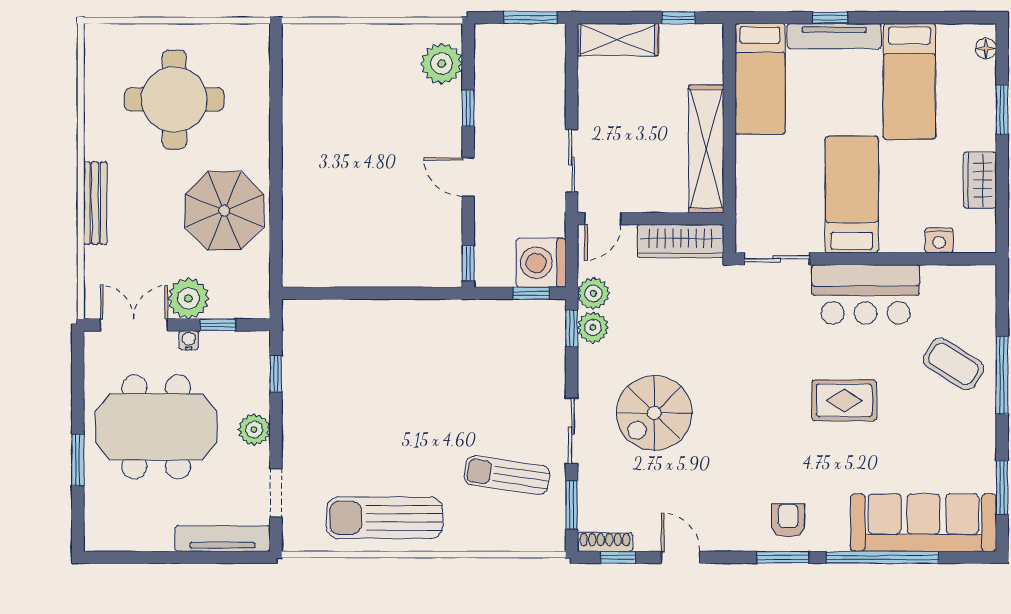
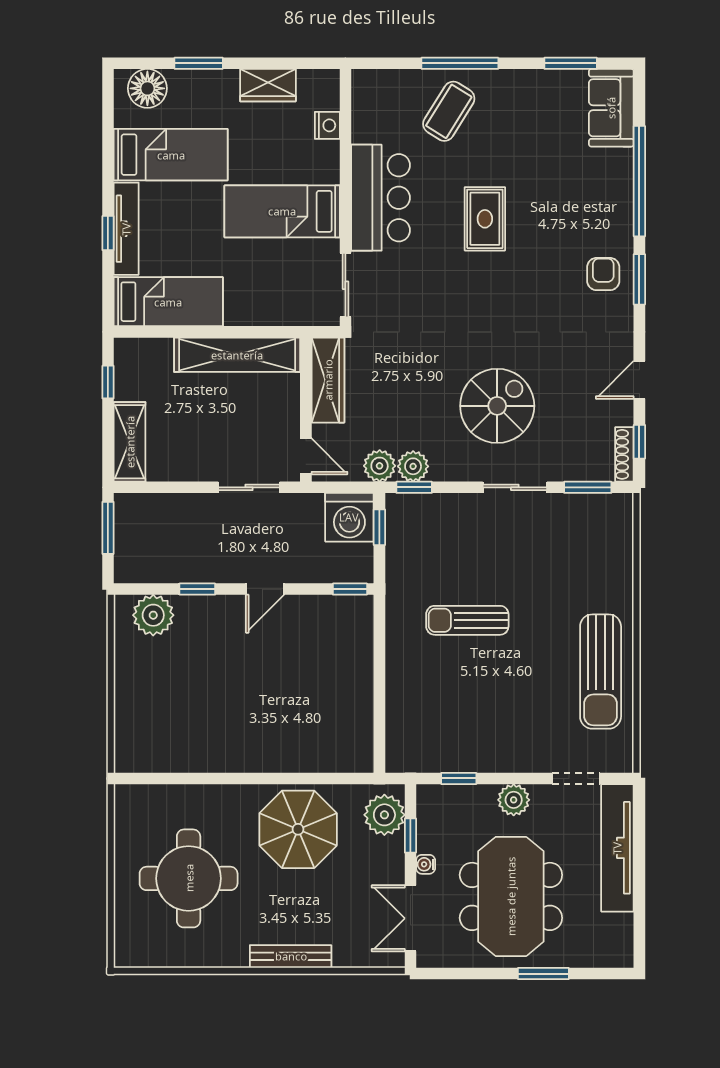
floor lamp: (986, 48) -> (147, 88), width x1.89, depth x1.89
plant: (188, 298) -> (384, 815), moved
spiral stairs: (654, 413) -> (497, 406), turned -90
sun lounger: (507, 475) -> (467, 620), moved, turned 82
armchair: (788, 521) -> (603, 274), turned 90
sofa: (923, 523) -> (611, 108), width x0.54, depth x0.79
tv unit: (223, 539) -> (617, 848), width x1.36, depth x1.29

